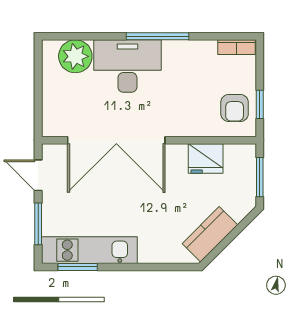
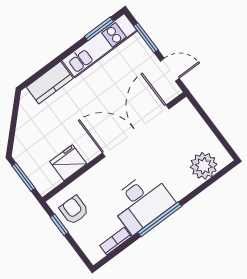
bookcase: (237, 47) -> (115, 241), moved
desk: (127, 66) -> (142, 202), moved
kitchen counter: (210, 234) -> (50, 83), moved, turned 45

